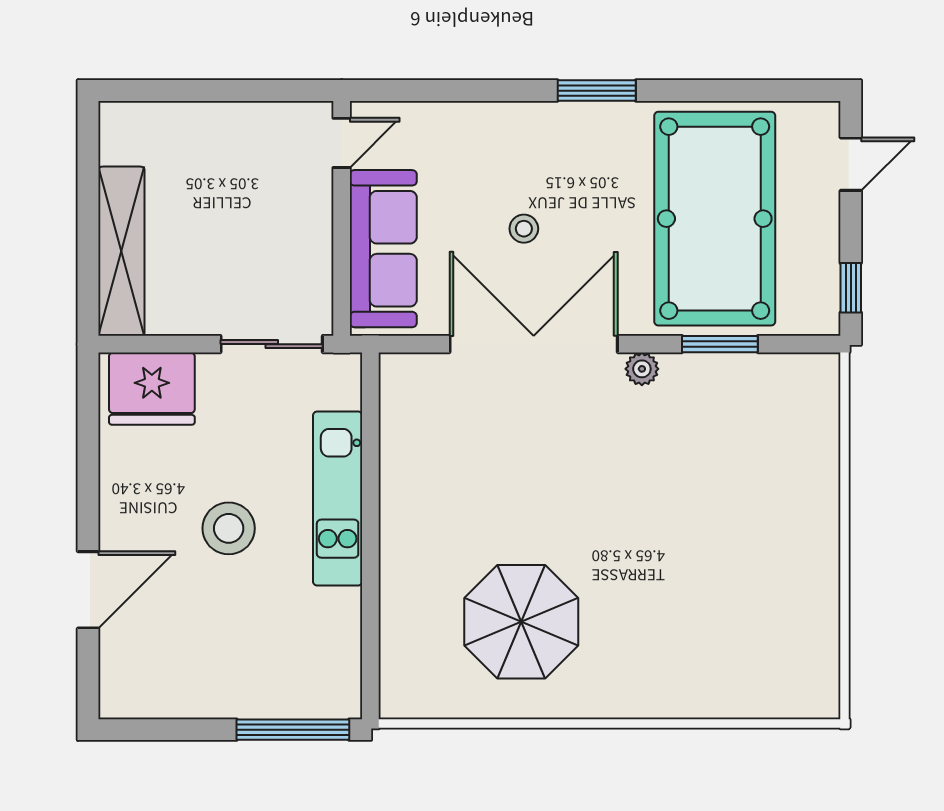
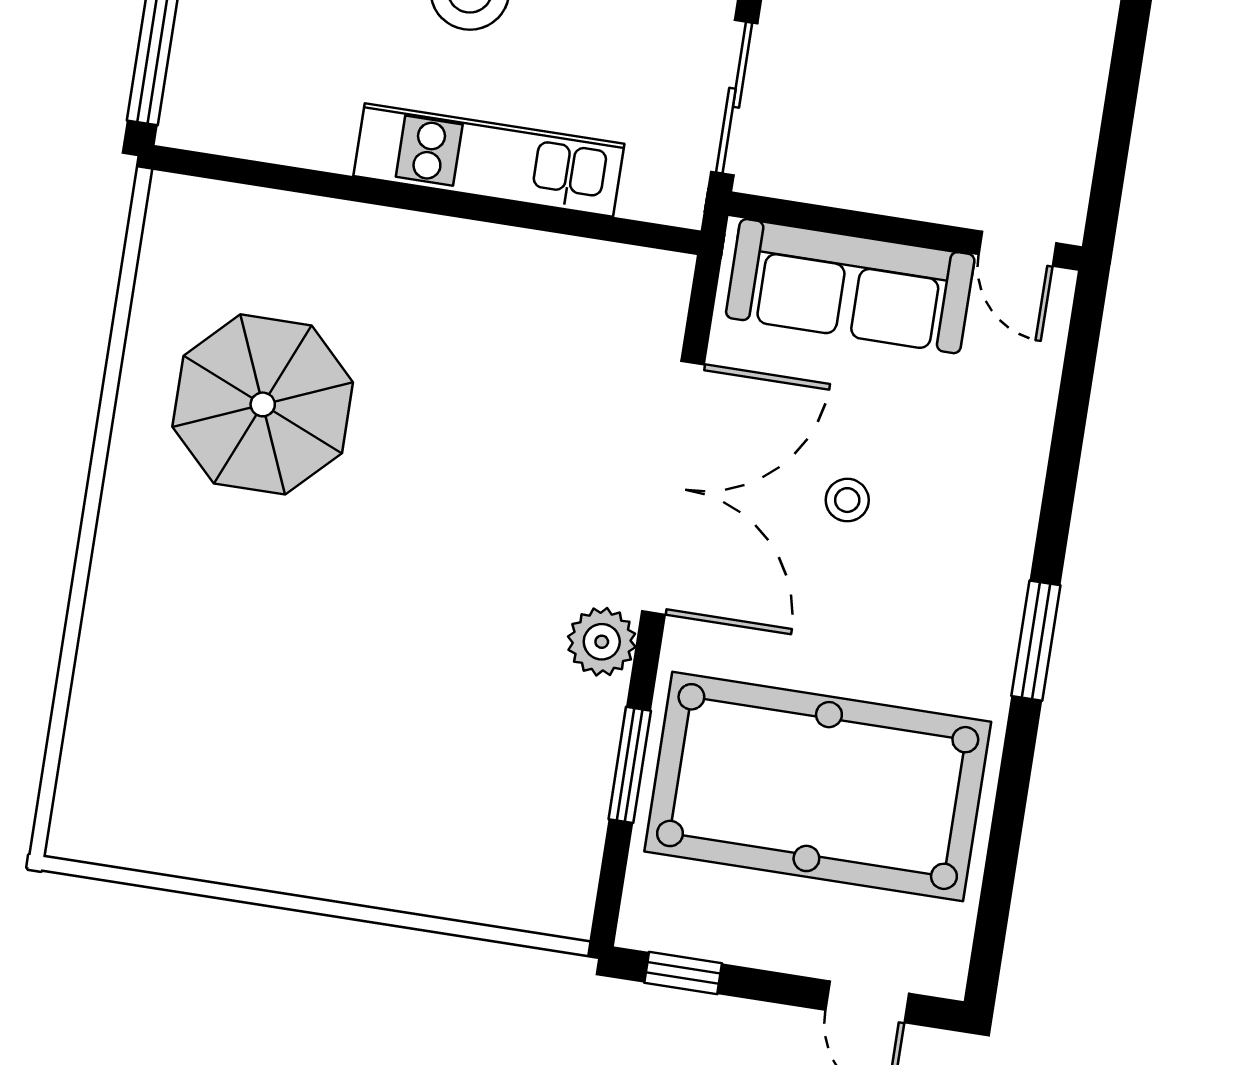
plant: (642, 369) -> (602, 642), width x1.38, depth x1.38

